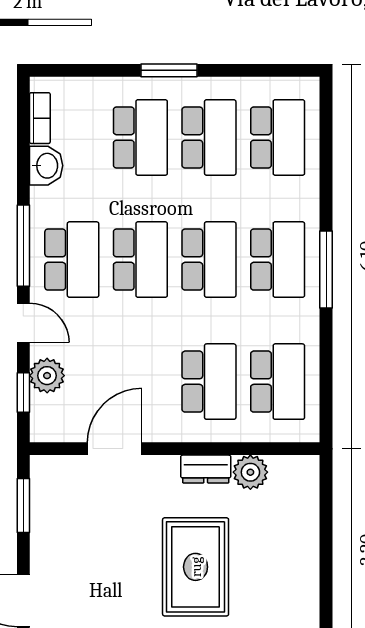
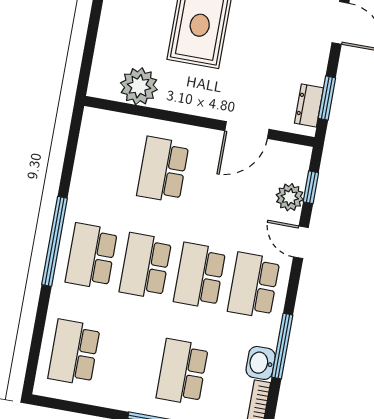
school desk: (209, 137) -> (128, 362), removed
window: (23, 246) -> (282, 346), moved
window: (326, 270) -> (55, 241), width x1.46
school desk: (278, 382) -> (109, 160), removed
dresser: (206, 469) -> (309, 105), moved, turned -90
plant: (250, 472) -> (139, 86), width x1.36, depth x1.36

